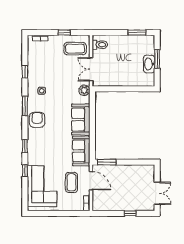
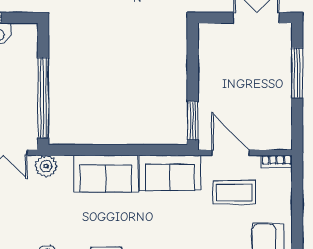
window: (118, 89) -> (43, 98), added
door: (91, 181) -> (231, 153), hinge flipped
window: (130, 213) -> (297, 73), width x2.17

